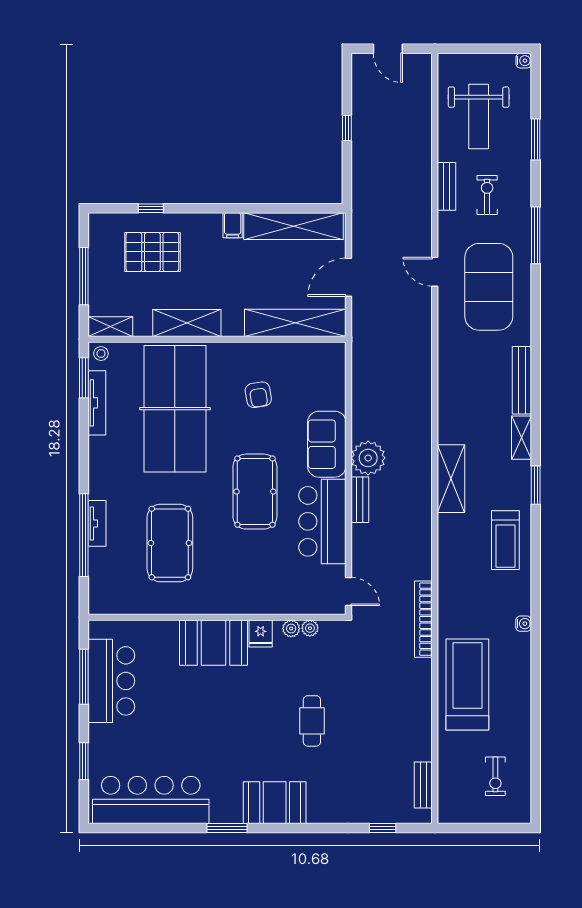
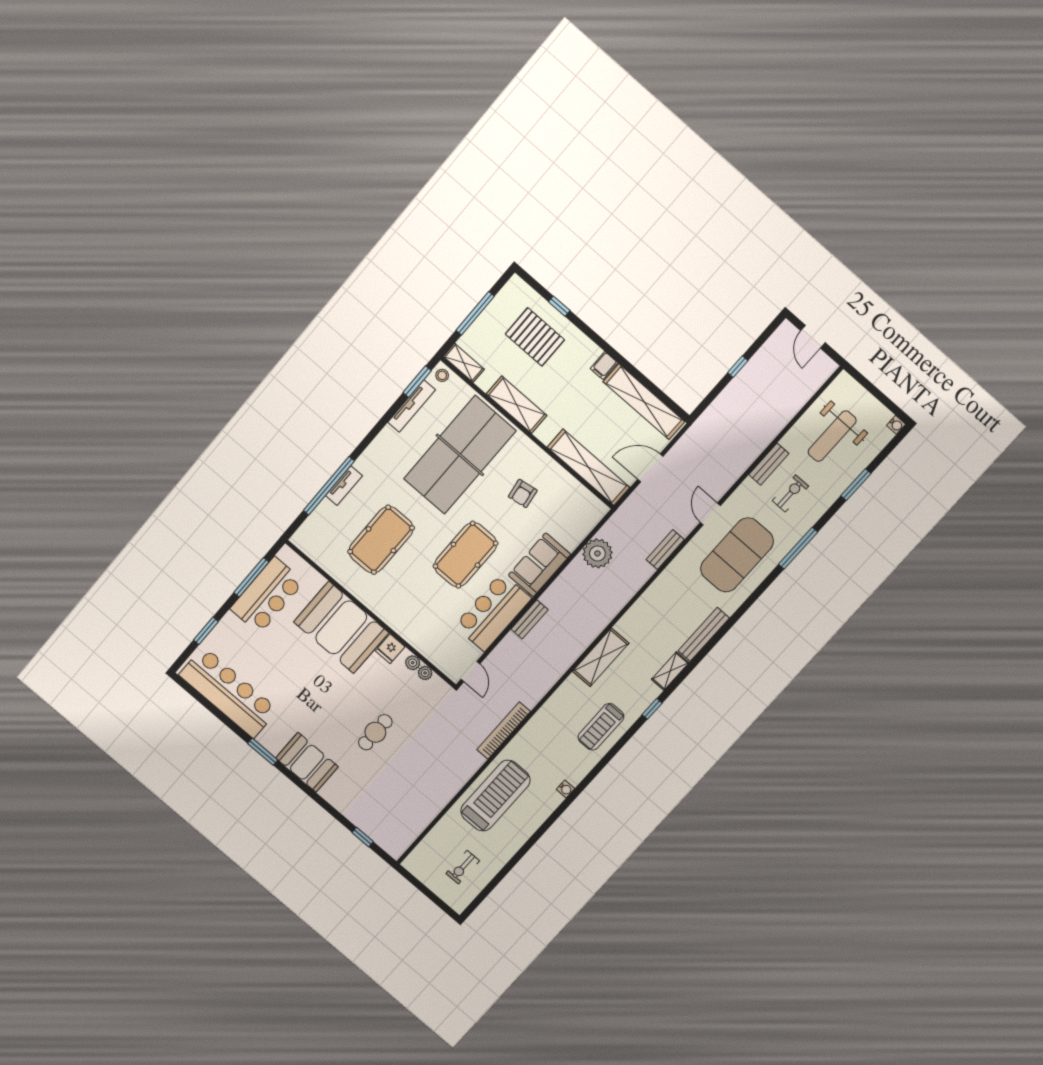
plant: (368, 458) -> (597, 553), moved
window: (536, 485) -> (652, 709), width x0.67
booth: (214, 643) -> (341, 627), width x1.36, depth x1.42
bench: (423, 785) -> (665, 550), moved

